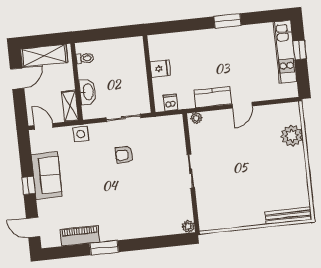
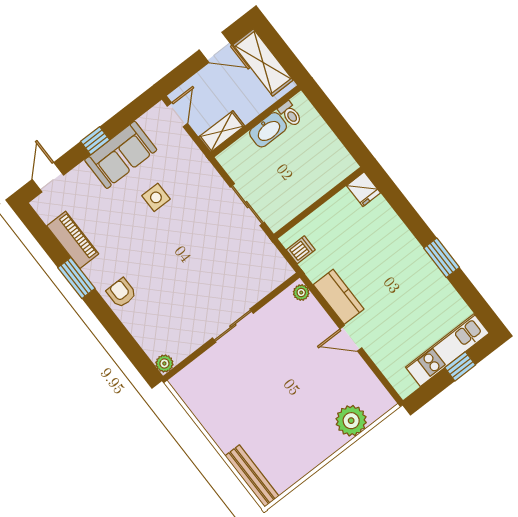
fridge: (160, 69) -> (364, 189), moved
washbasin: (88, 92) -> (268, 130), moved
side table: (81, 134) -> (156, 197), moved
armchair: (124, 155) -> (121, 293), moved

